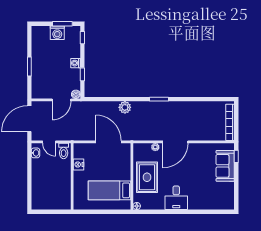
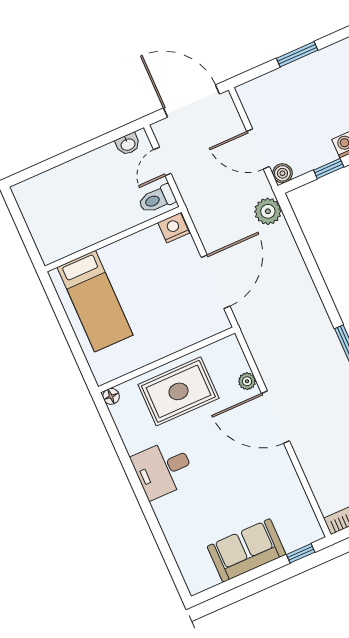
plant: (125, 107) -> (268, 211), moved
nightstand: (79, 165) -> (174, 228), moved
sofa: (225, 166) -> (247, 550), moved
bed: (109, 190) -> (95, 301), moved, turned 180

